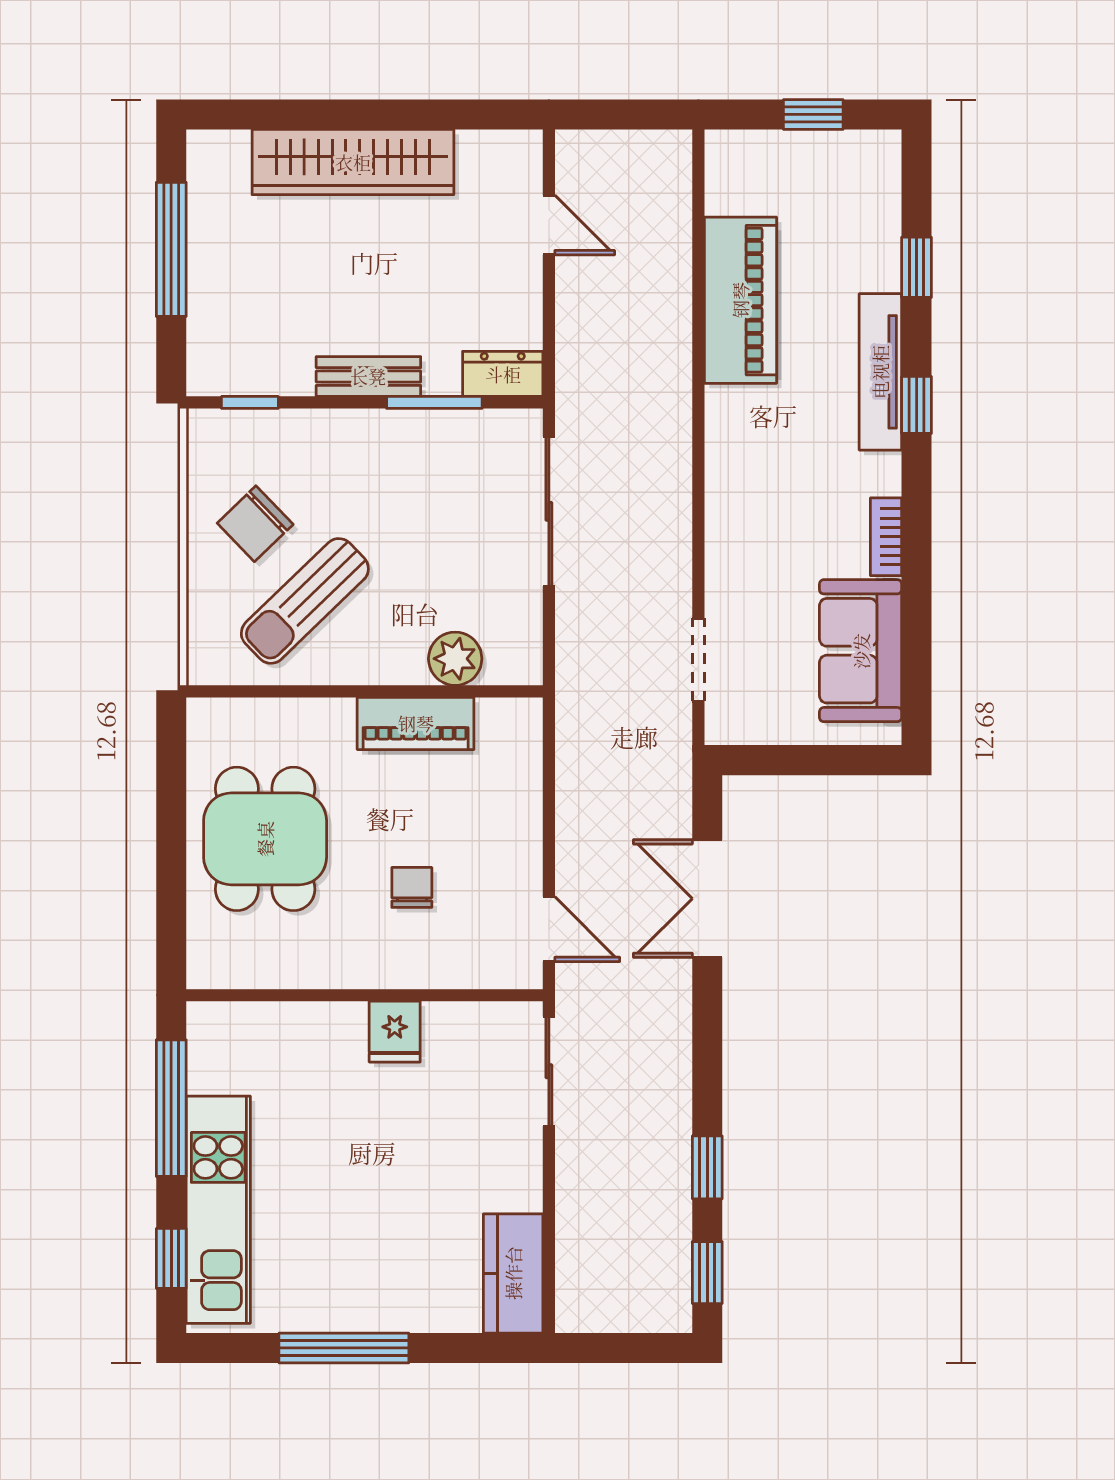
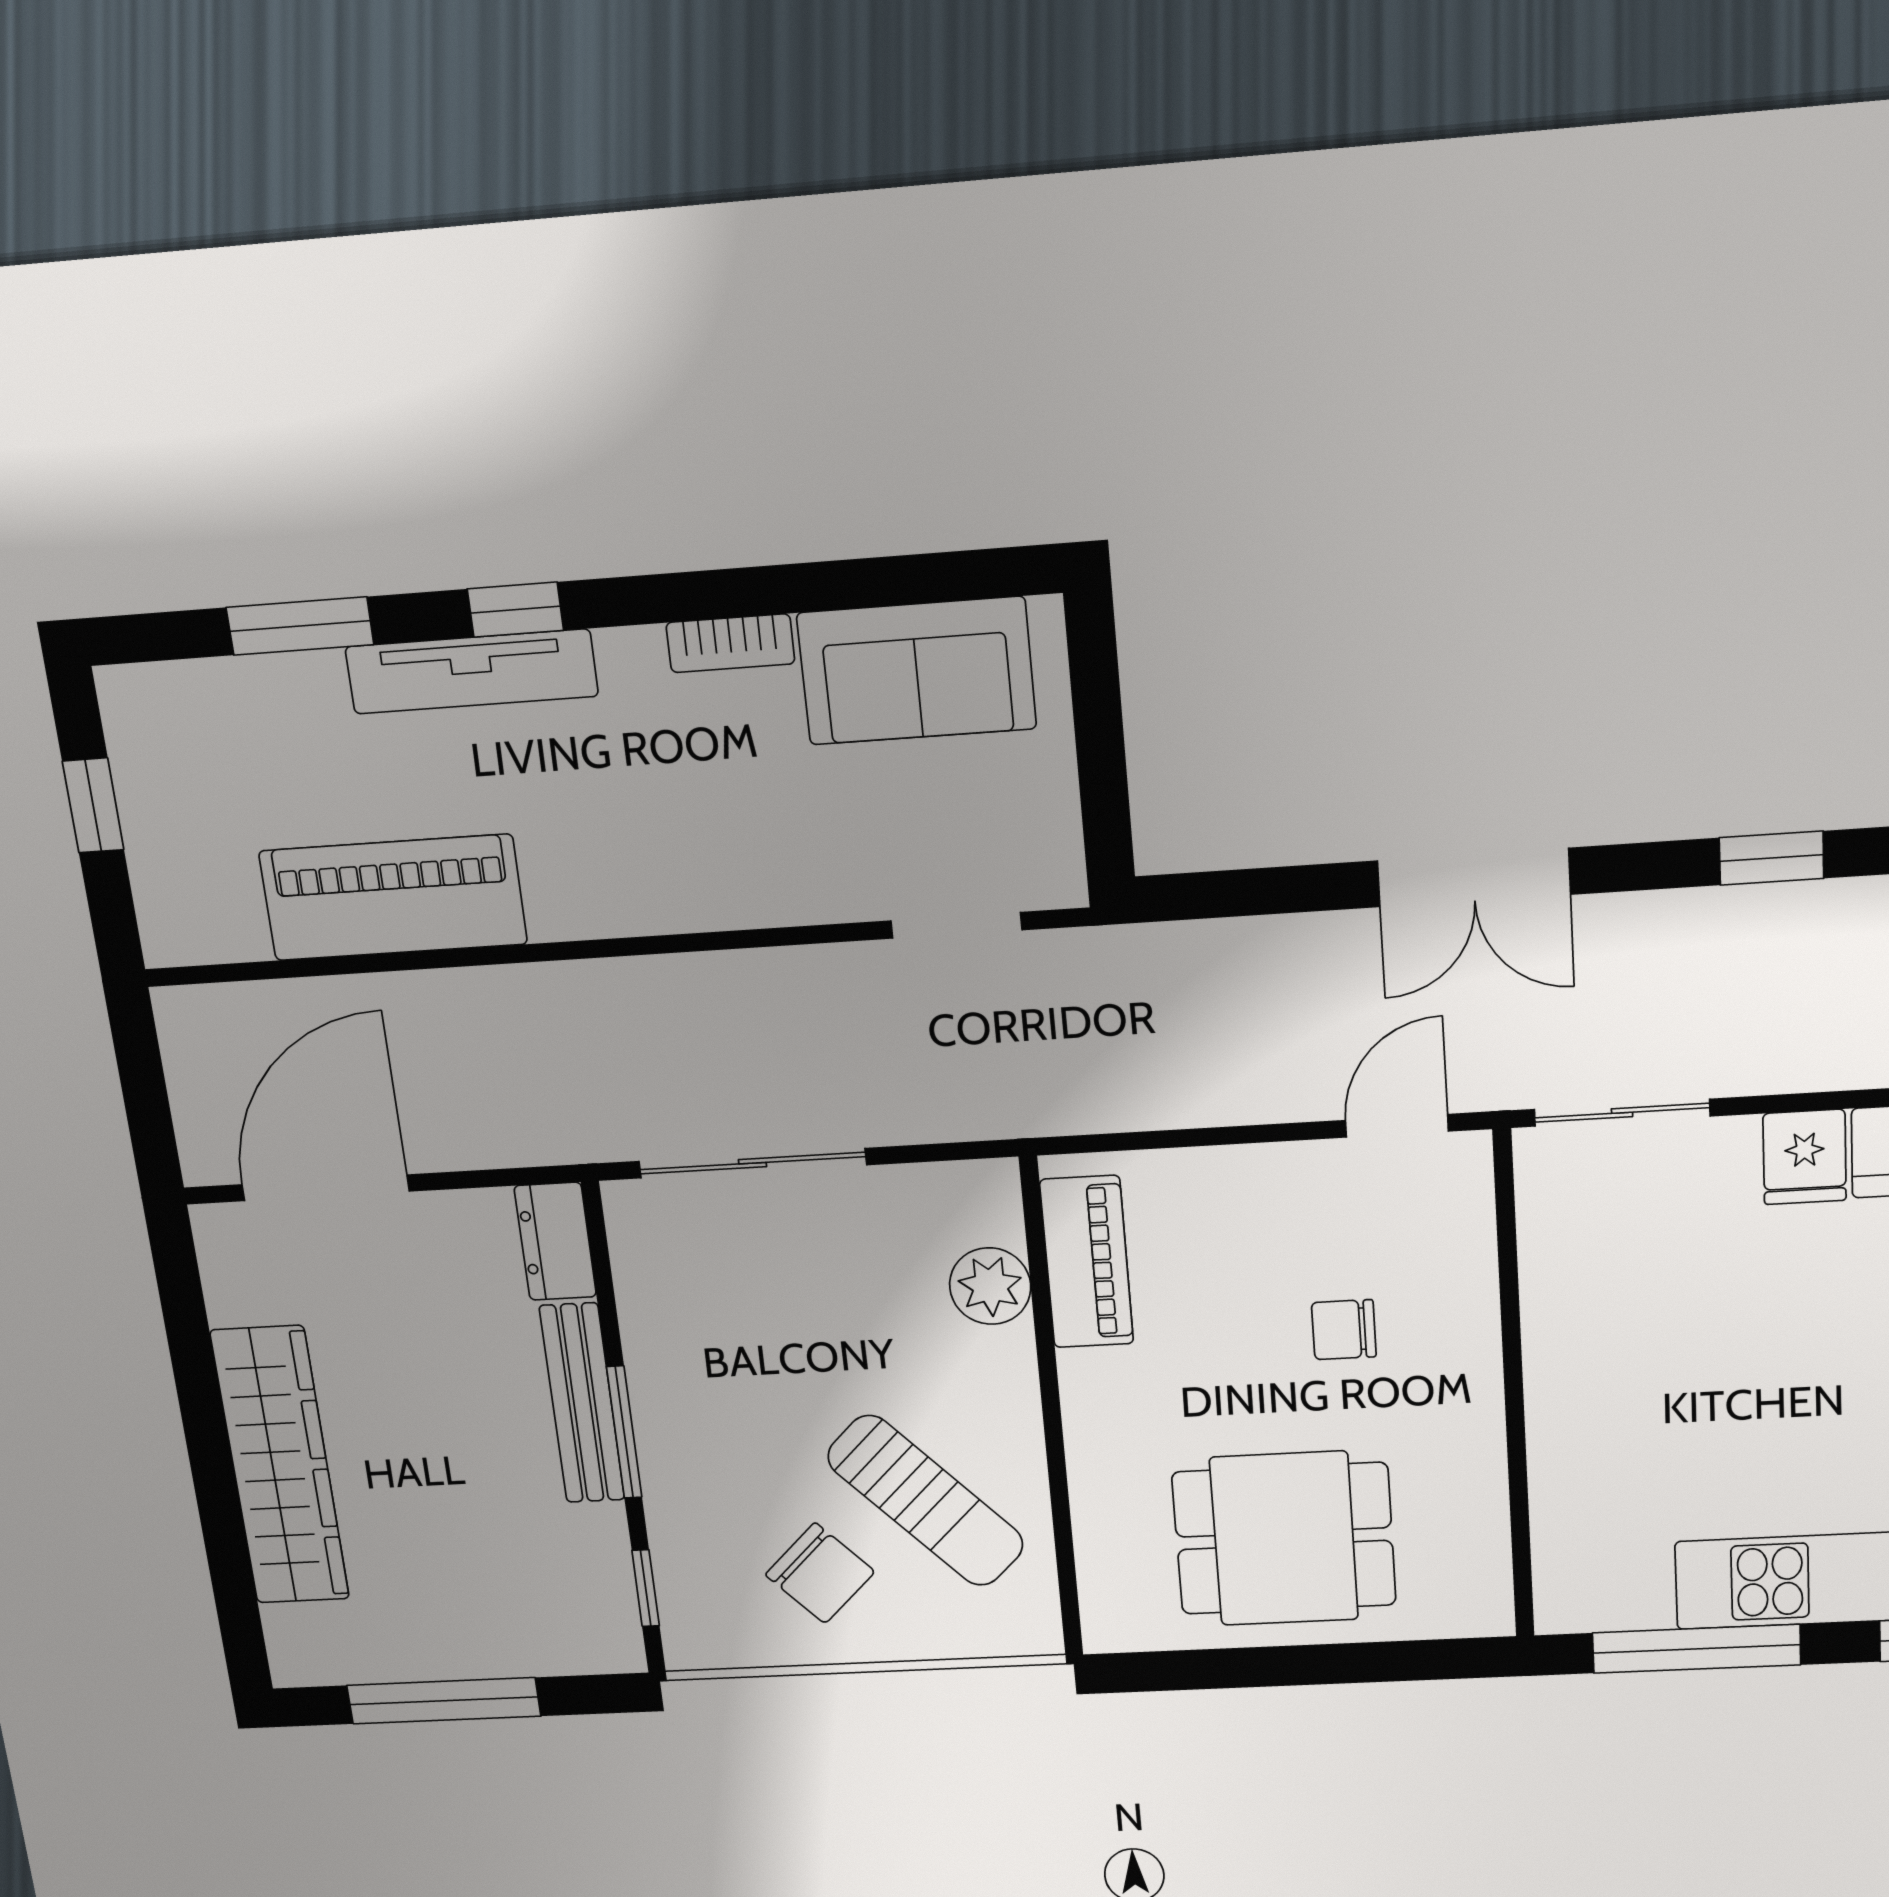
door: (549, 225) -> (325, 1188), width x1.87
window: (917, 267) -> (300, 626), width x1.50
bench: (368, 376) -> (582, 1403), width x1.36
window: (434, 402) -> (624, 1432), moved
piano: (416, 723) -> (1087, 1262), moved
double door: (707, 899) -> (1474, 878), moved
fridge: (395, 1032) -> (1805, 1157), moved, turned 90

